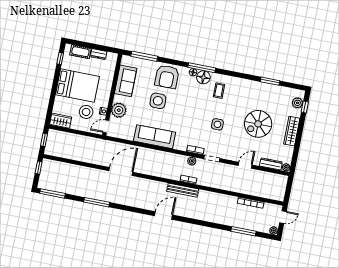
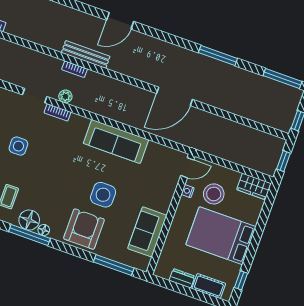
plant: (119, 110) -> (164, 189), removed

